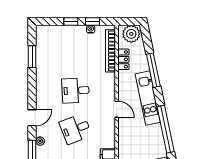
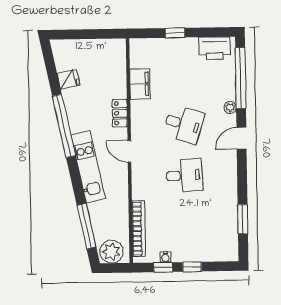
locker: (123, 59) -> (120, 113), moved
window: (153, 70) -> (86, 226), moved
desk: (76, 129) -> (184, 124), turned 39

